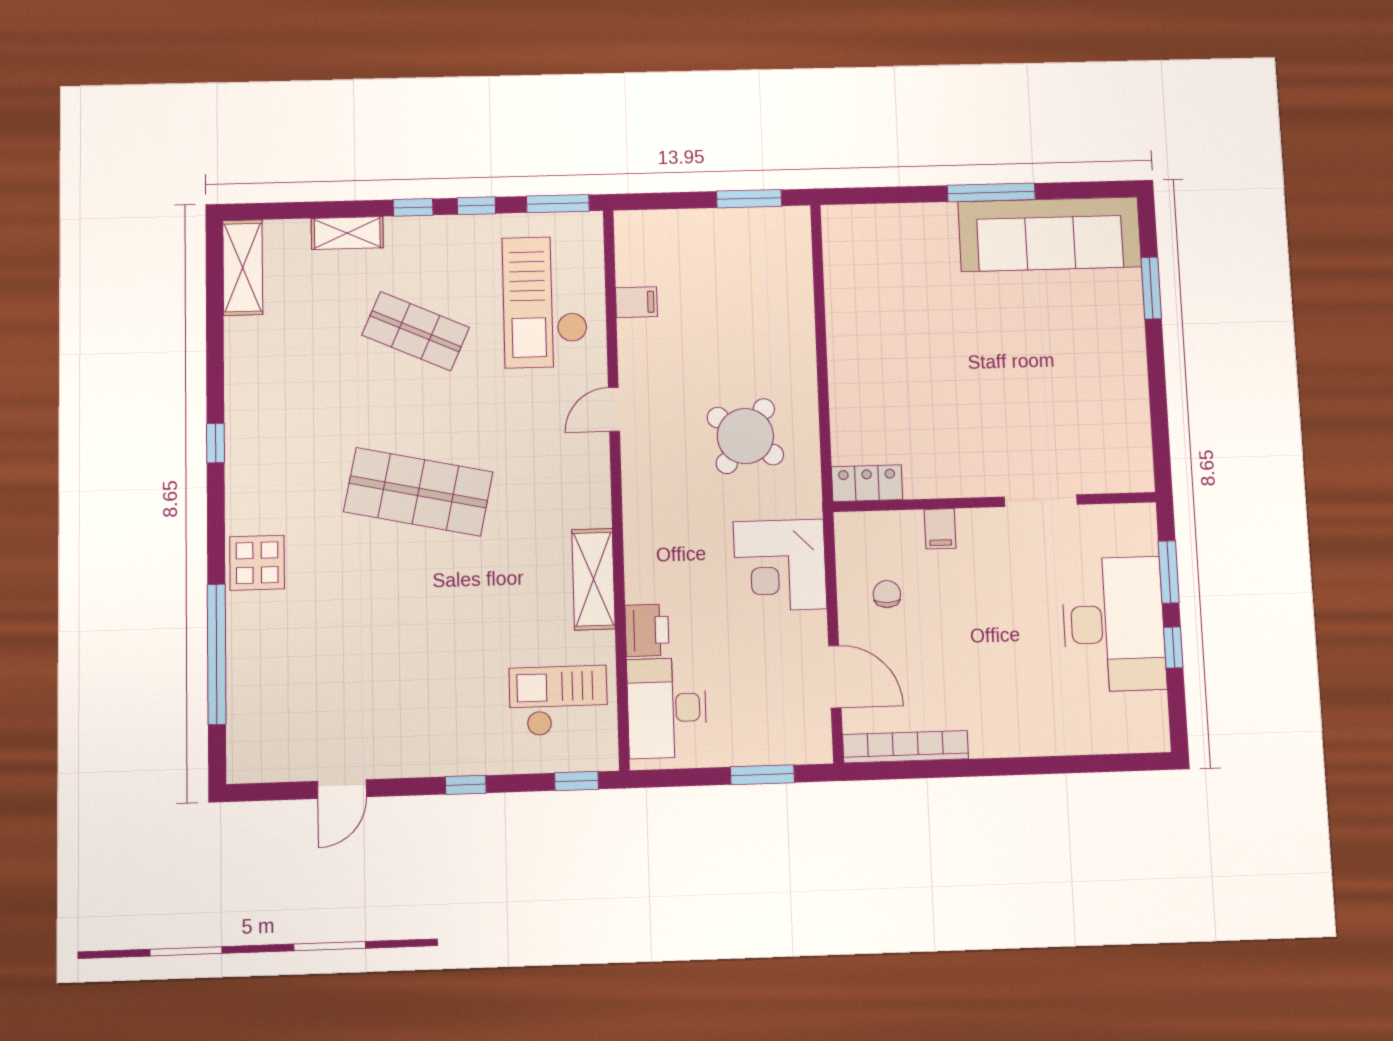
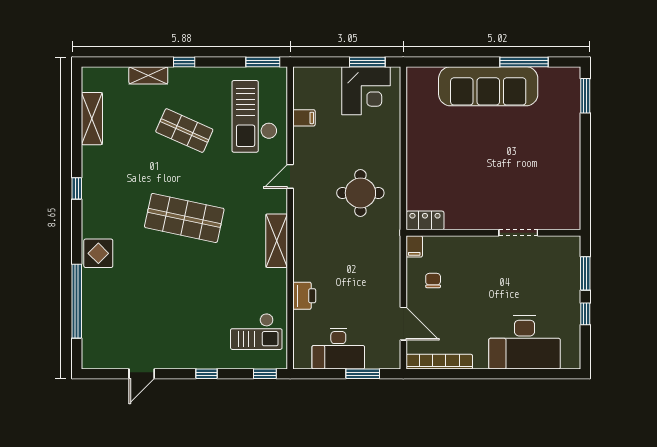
window: (991, 192) -> (524, 62), moved
window: (476, 206) -> (219, 62), removed
sofa: (1050, 234) -> (488, 86), moved
shelving: (243, 268) -> (92, 119), moved
window: (1151, 288) -> (585, 96), moved
round table: (745, 436) -> (360, 193), turned -36
filing cabinet: (940, 529) -> (414, 246), moved
corner desk: (780, 565) -> (366, 91), moved, turned -90
shelving: (593, 579) -> (277, 241), moved
desk: (1114, 624) -> (525, 342), moved, turned 90
checkout: (558, 701) -> (256, 331), turned 180
desk: (667, 708) -> (338, 349), moved, turned -90

